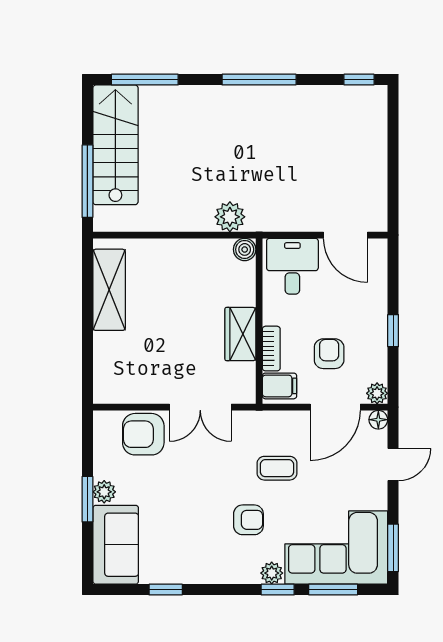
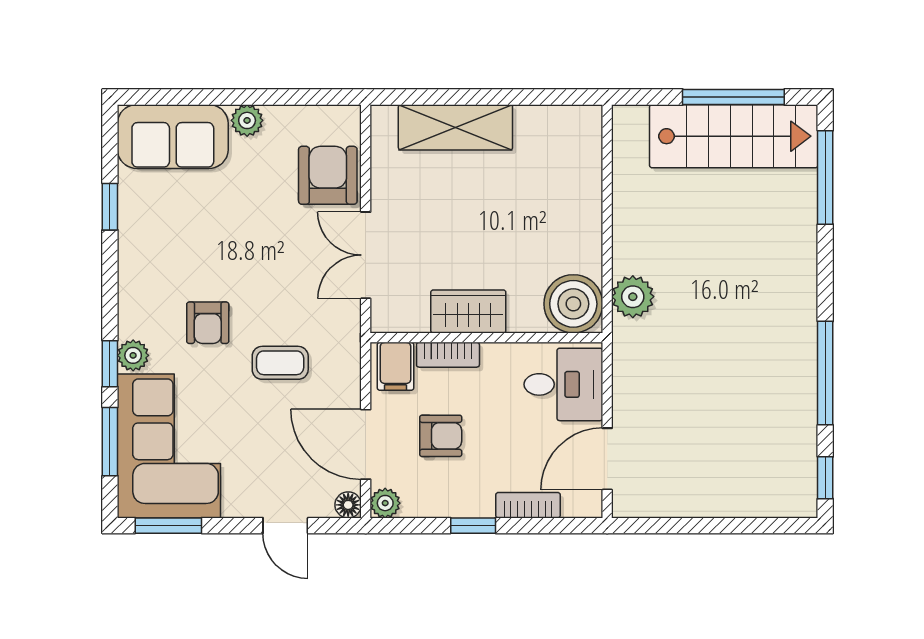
window: (259, 80) -> (825, 373), moved
window: (87, 181) -> (733, 97), moved
boiler: (245, 249) -> (573, 304), width x1.86, depth x1.86
shelving: (109, 290) -> (455, 127), moved
bookcase: (379, 291) -> (528, 505), added
coffee table: (277, 468) -> (280, 363), turned 90
window: (87, 499) -> (237, 97), removed

